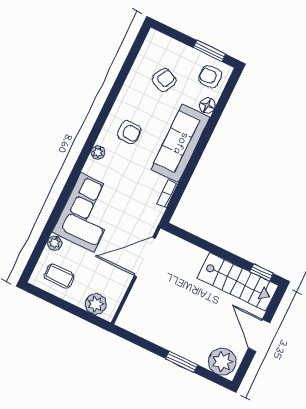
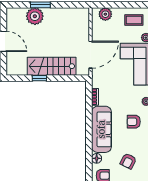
window: (262, 272) -> (39, 78), moved
stairs: (238, 282) -> (52, 66), moved
plant: (222, 362) -> (35, 16), moved

